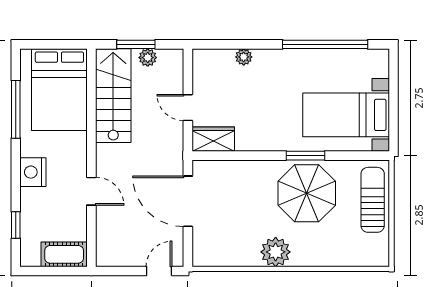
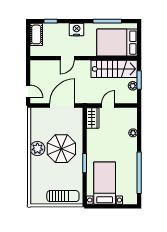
parasol: (307, 193) -> (61, 149), moved
cot: (64, 254) -> (36, 34), moved

